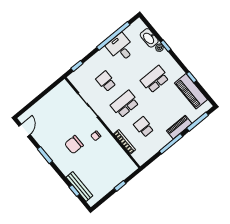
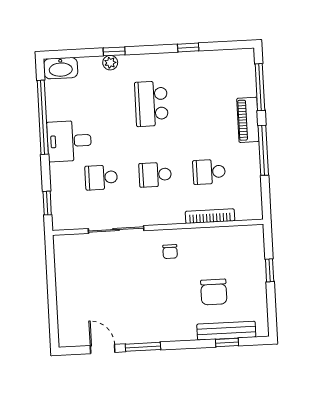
washbasin: (149, 38) -> (61, 68), moved
desk: (121, 48) -> (69, 141), moved
piano: (191, 91) -> (208, 64), removed
school desk: (125, 104) -> (155, 175), width x0.54
door: (24, 130) -> (103, 349), moved
chair: (74, 145) -> (214, 292), moved

